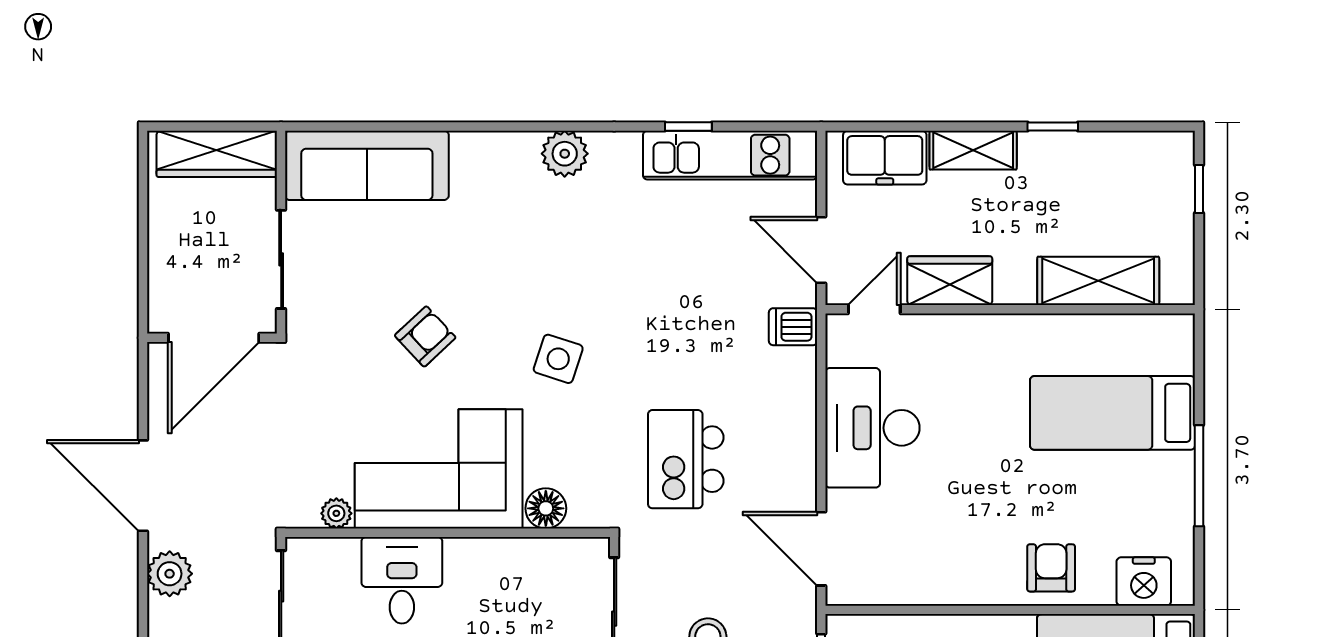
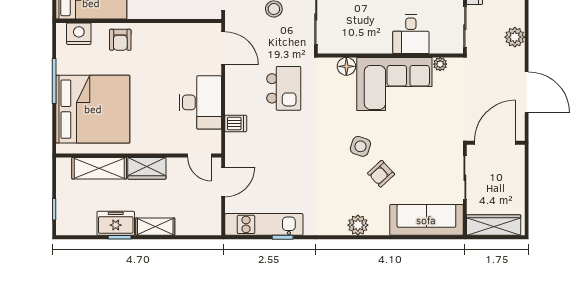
plant: (565, 154) -> (358, 225), moved
freezer: (885, 158) -> (116, 223), moved
door: (821, 250) -> (223, 182), hinge flipped
wardrobe: (950, 281) -> (147, 168), moved
door: (874, 309) -> (199, 155), hinge flipped
dishwasher: (793, 327) -> (236, 123), moved
armchair: (425, 336) -> (381, 174), moved
side table: (558, 359) -> (360, 146), moved
bed: (1113, 413) -> (93, 109), width x2.04
door: (143, 486) -> (527, 92), moved

